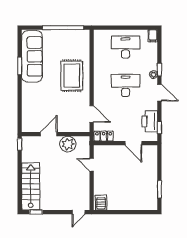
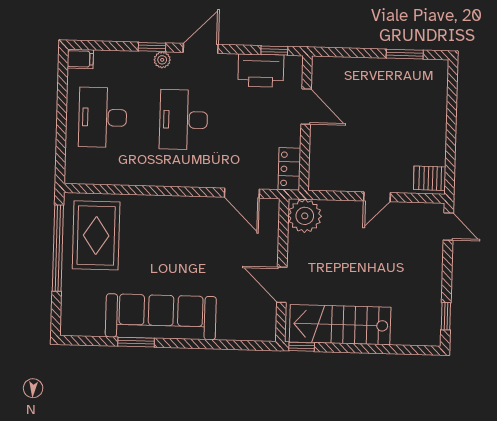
sofa: (32, 56) -> (161, 317), moved
rug: (72, 76) -> (96, 235), moved, turned 90
door: (92, 114) -> (242, 193), swing flipped
door: (133, 143) -> (306, 107), hinge flipped
plant: (68, 144) -> (305, 216), moved
door: (92, 165) -> (377, 197), moved
stairs: (31, 186) -> (340, 325), moved

